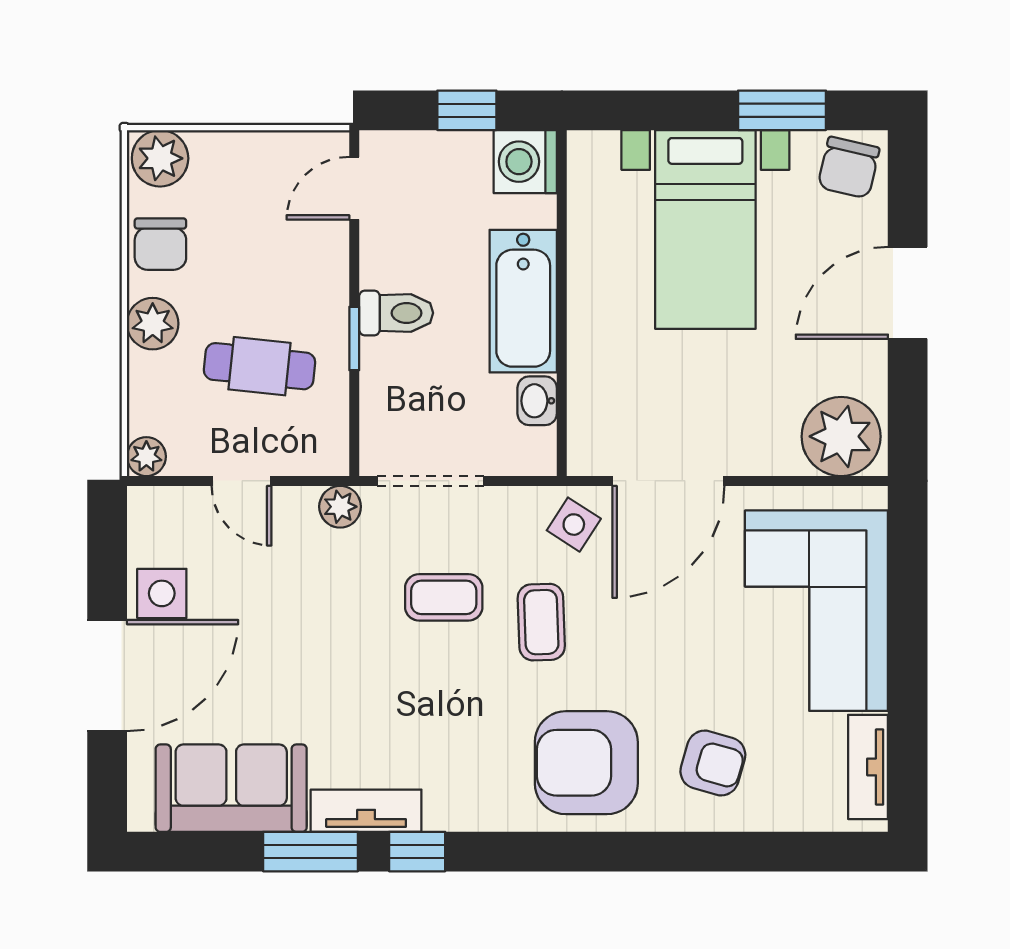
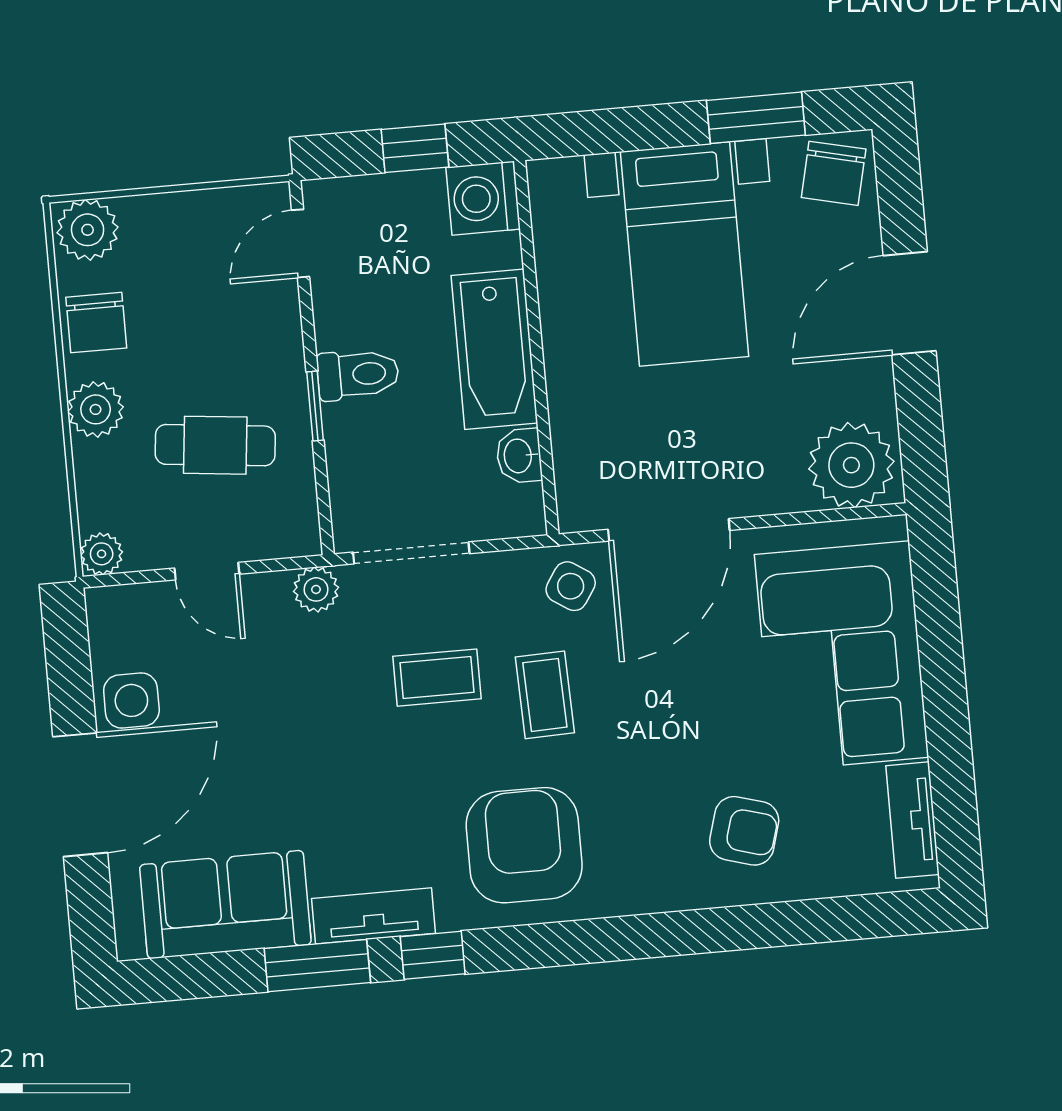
armchair: (586, 763) -> (524, 845), moved, turned 90

